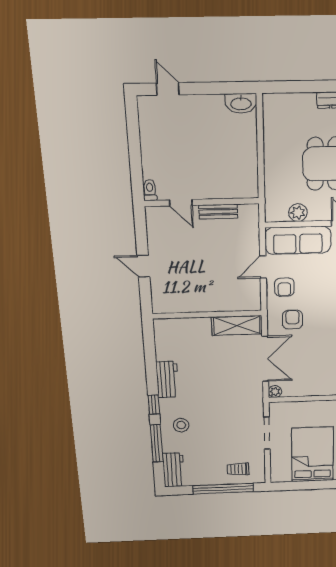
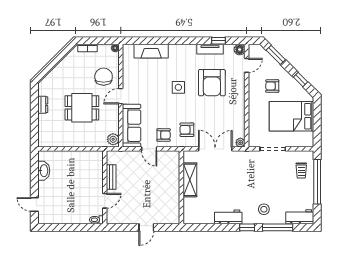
door: (168, 89) -> (34, 204), hinge flipped
washbasin: (241, 103) -> (44, 171), moved
plant: (298, 213) -> (113, 139), moved
shelving: (237, 325) -> (190, 180), moved

